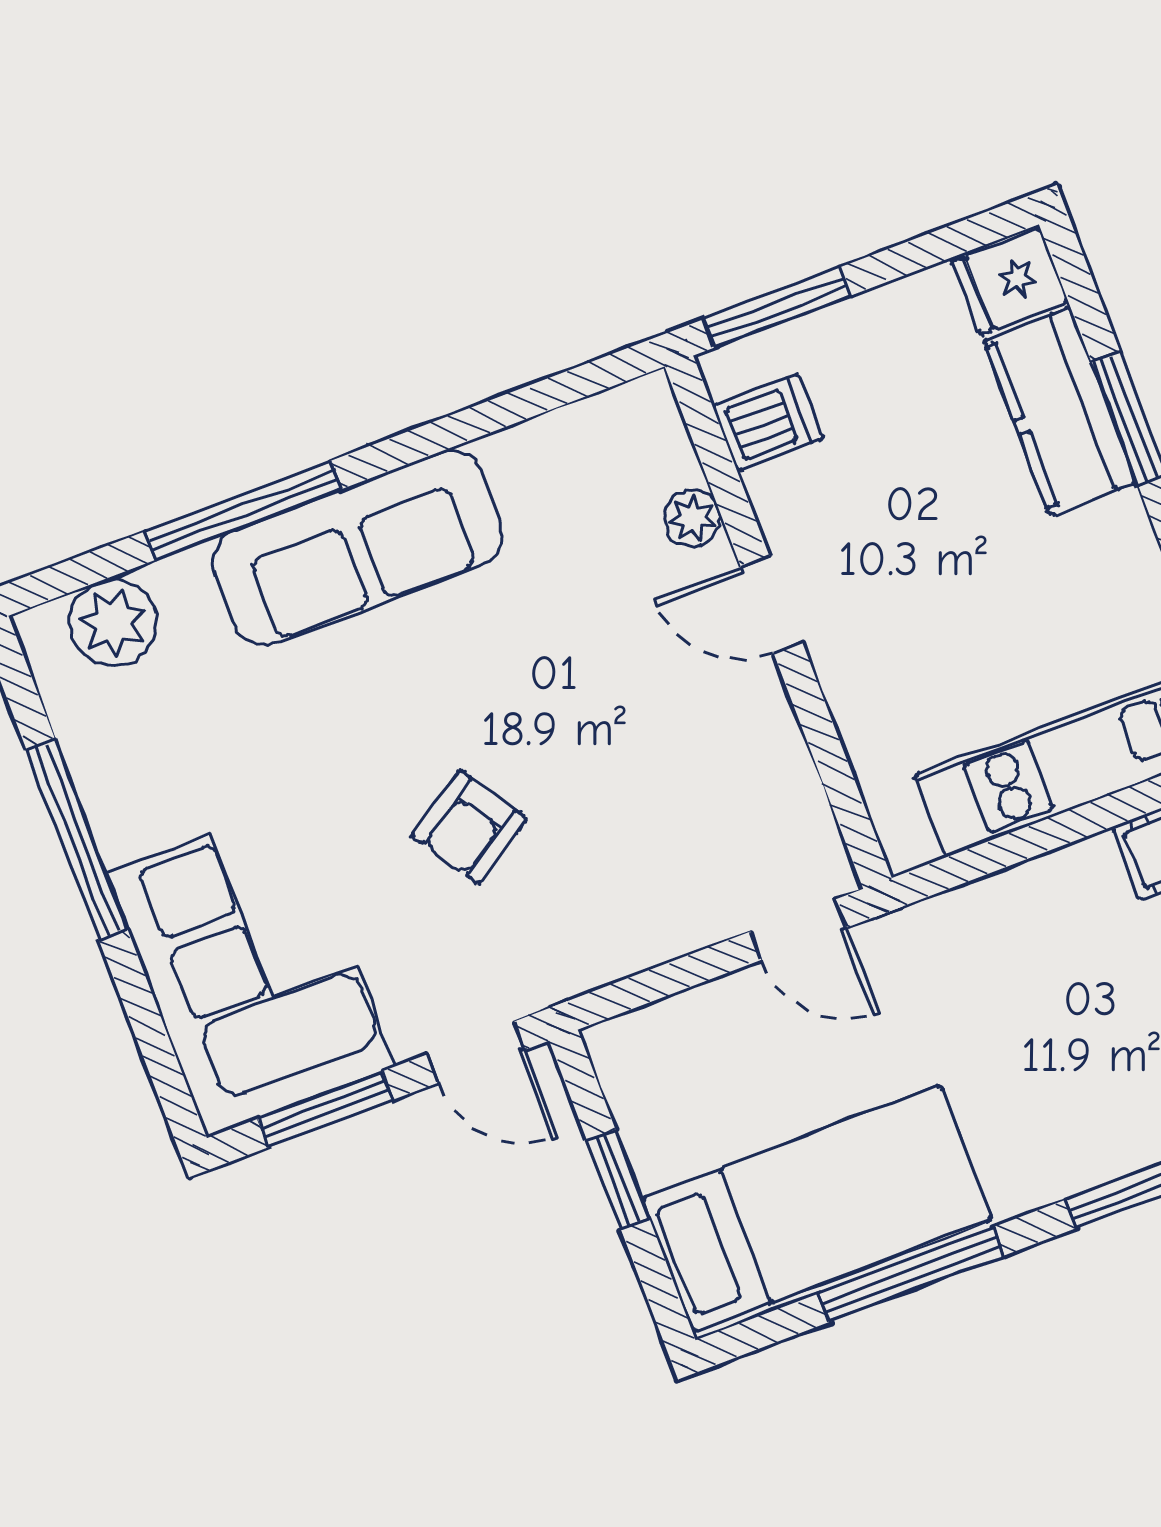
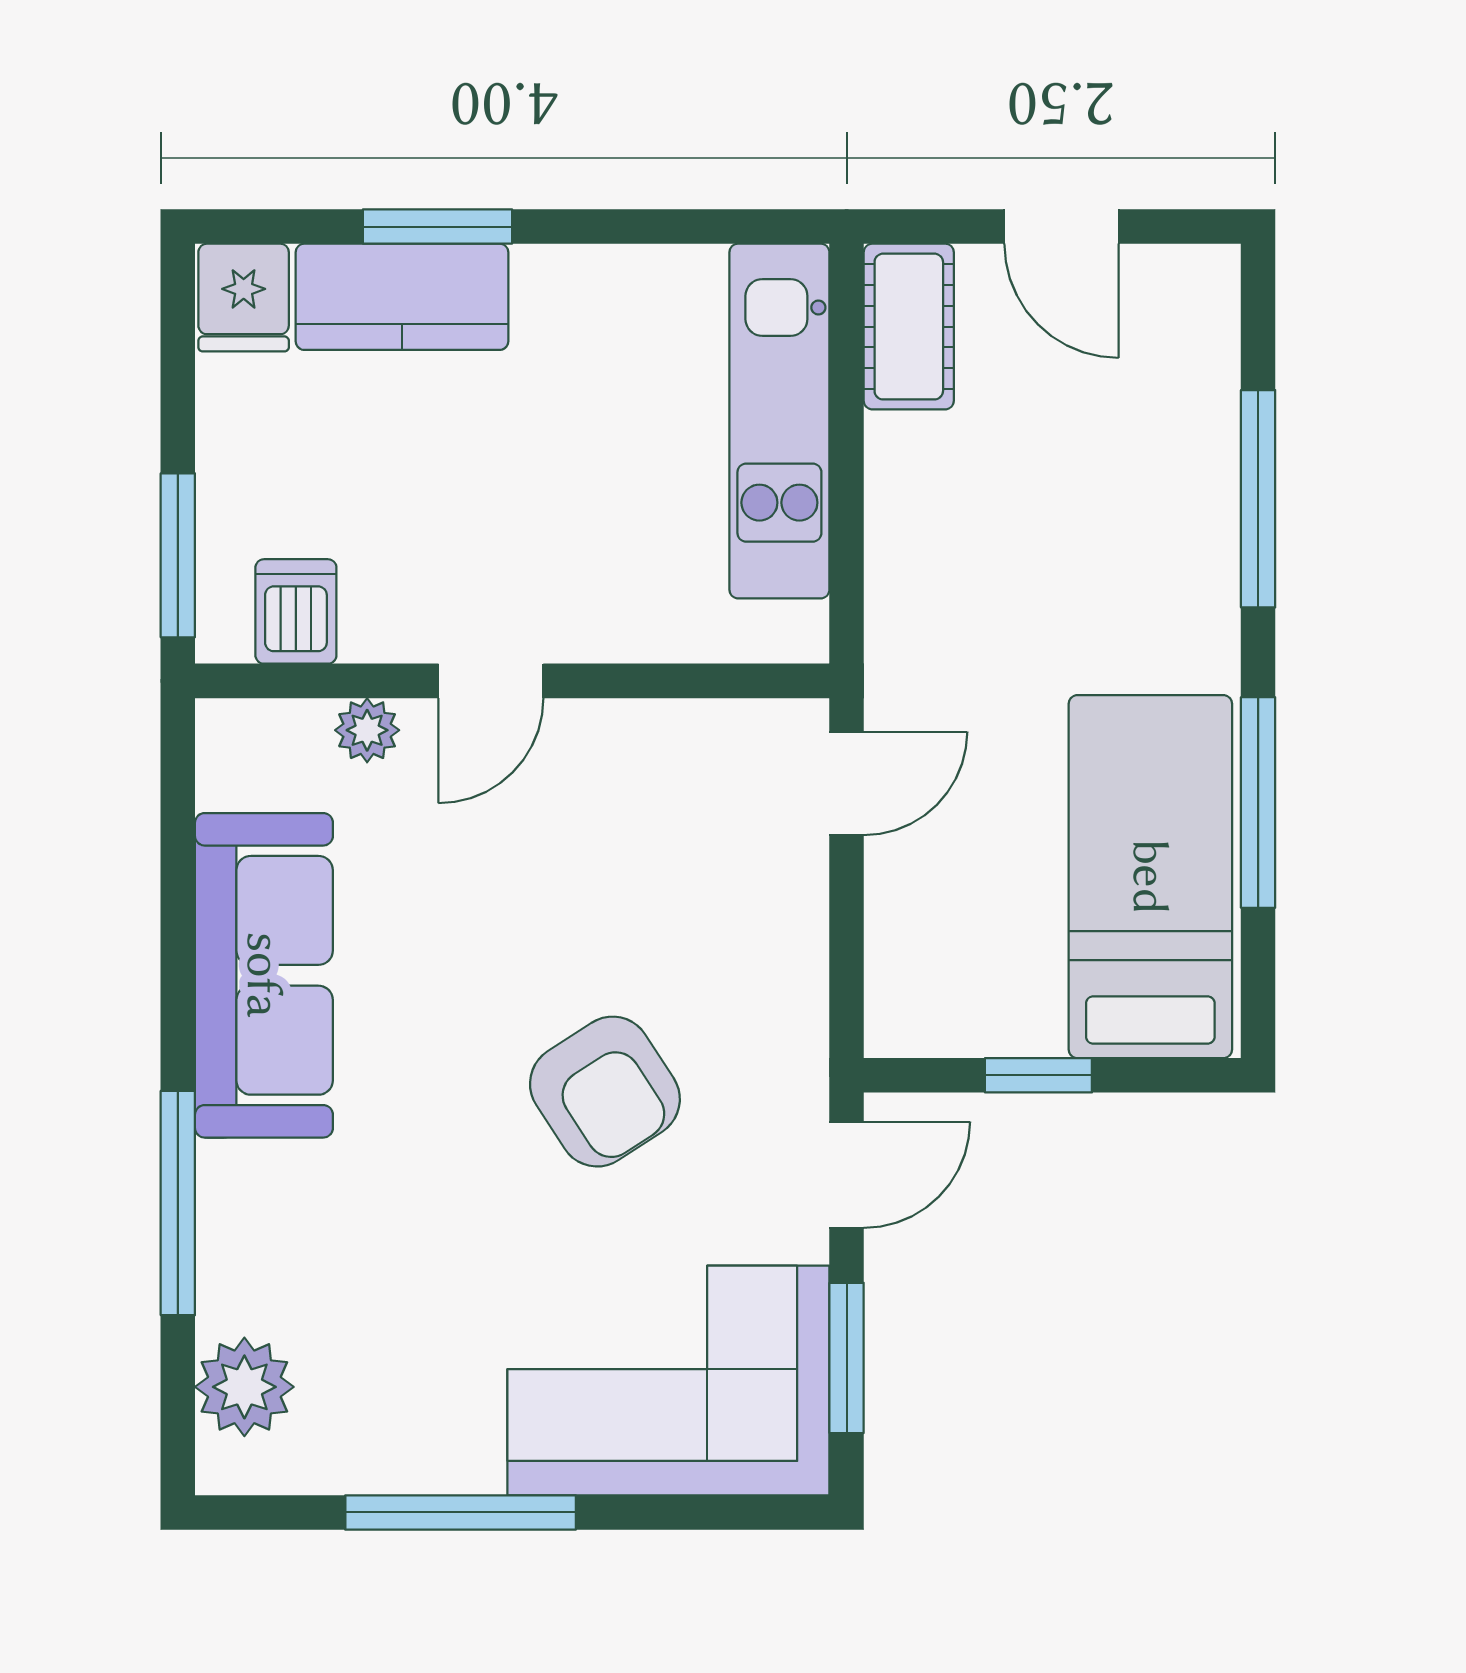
sofa: (358, 548) -> (264, 975), moved
armchair: (469, 827) -> (605, 1092), width x1.38, depth x1.38

